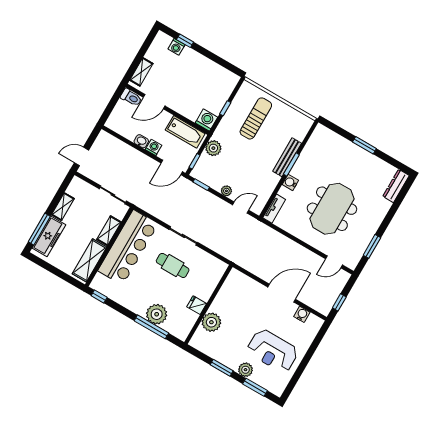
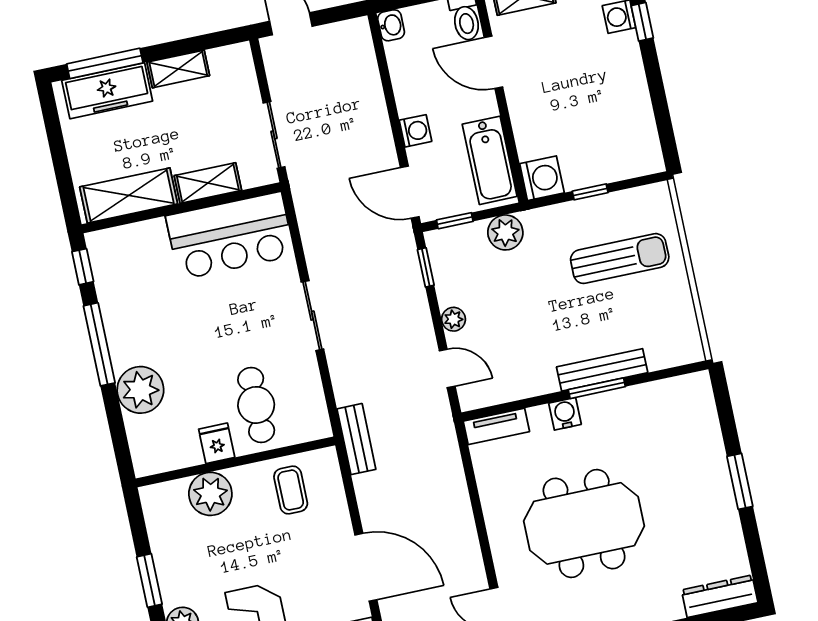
washbasin: (141, 141) -> (391, 25), moved
bar counter: (128, 247) -> (230, 236), width x0.73
bench: (237, 258) -> (356, 439), added
cafe table: (173, 265) -> (256, 405), moved
coffee table: (234, 295) -> (291, 490), added
window: (151, 327) -> (99, 344), moved

